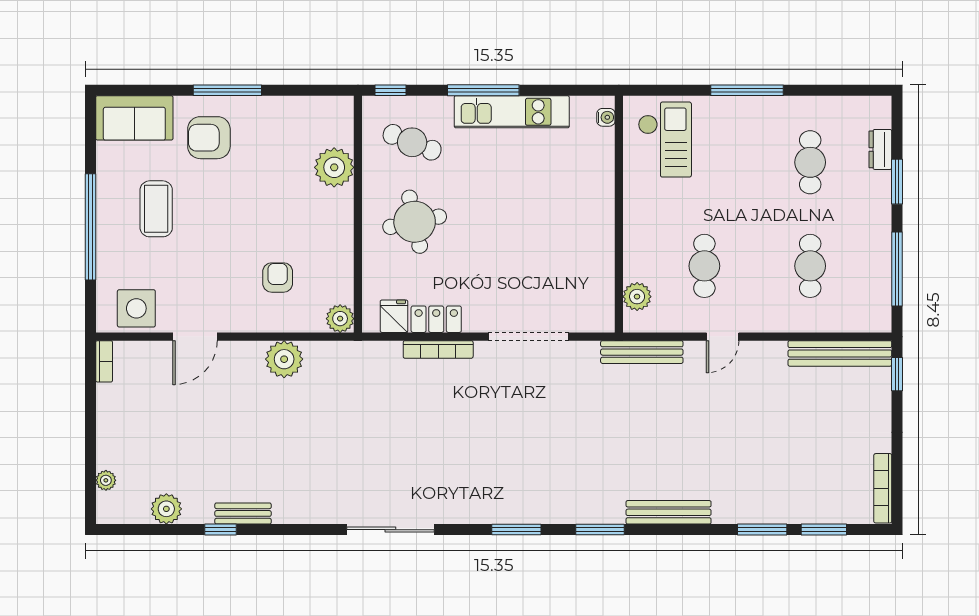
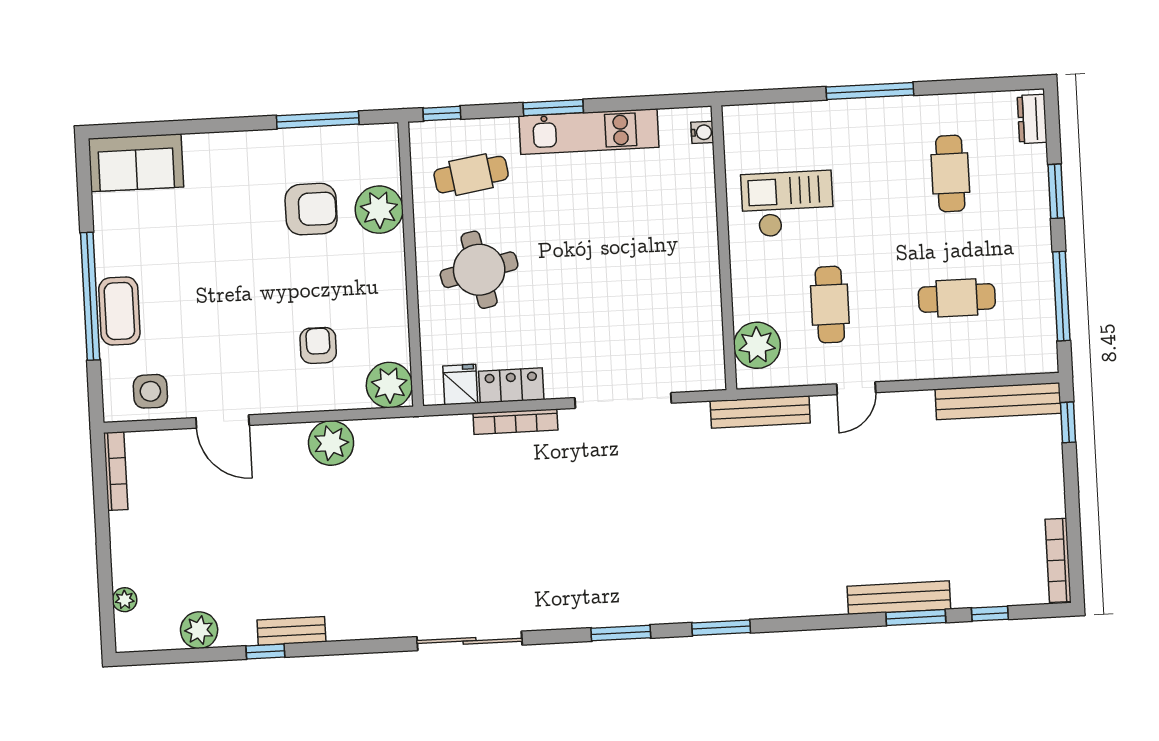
window: (227, 90) -> (318, 120), moved
window: (483, 90) -> (553, 108), width x0.69
armchair: (209, 138) -> (311, 209), moved, turned 180
checkout: (665, 140) -> (787, 204), moved, turned -90
cafe table: (412, 142) -> (471, 175), turned -31
dresser: (880, 149) -> (1032, 119), moved
coffee table: (156, 209) -> (119, 311), moved
cafe table: (810, 266) -> (957, 298), turned 90
plant: (637, 297) -> (757, 345), width x1.36, depth x1.36
side table: (136, 308) -> (150, 391), width x0.73, depth x0.73
plant: (340, 319) -> (389, 385), width x1.36, depth x1.36
door: (195, 337) -> (223, 421), hinge flipped
bookcase: (104, 361) -> (116, 471), width x1.56
bench: (669, 512) -> (899, 598), moved
window: (824, 530) -> (990, 614), width x0.67

